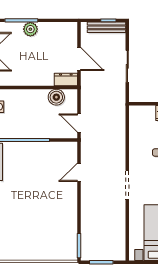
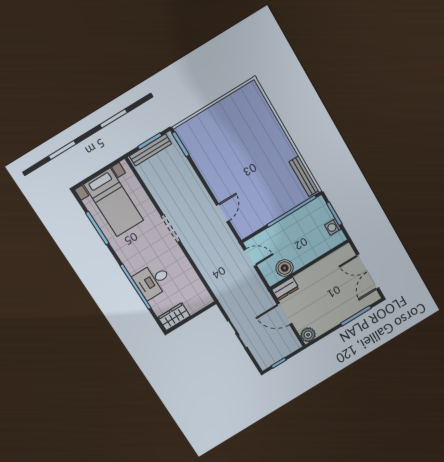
bench: (106, 27) -> (150, 150), moved
plant: (30, 29) -> (308, 335), moved

